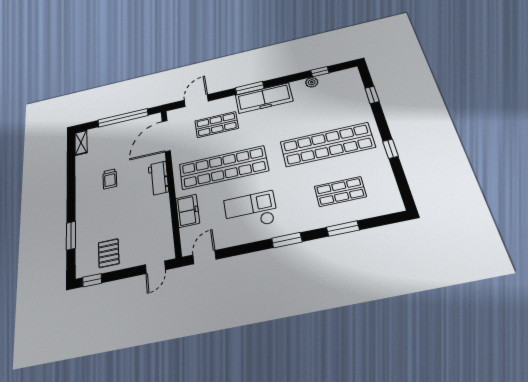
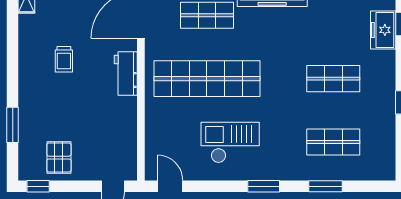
shop shelf: (327, 145) -> (333, 79), width x0.50, depth x0.74
freezer: (187, 211) -> (383, 30), moved, turned 180
door: (204, 257) -> (170, 186), hinge flipped

